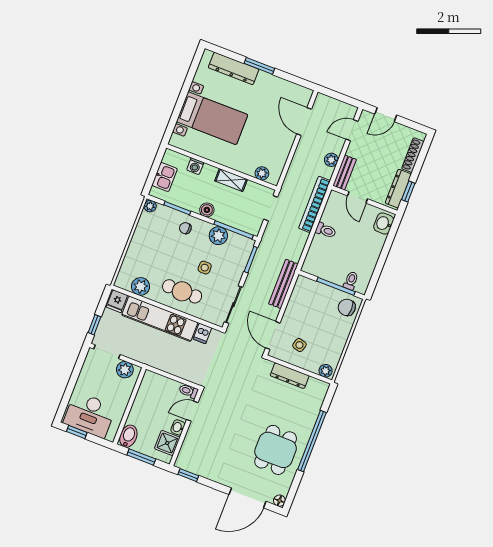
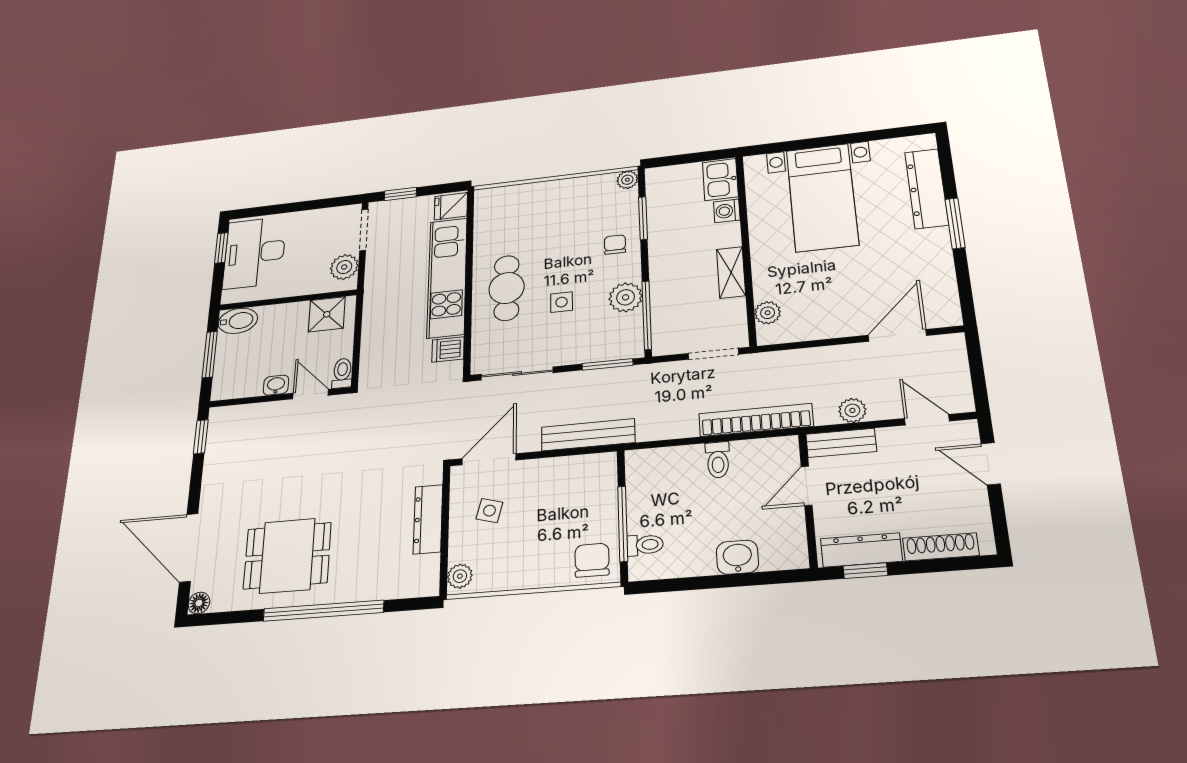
kitchen sink: (165, 177) -> (720, 180), moved, turned 90
boiler: (207, 210) -> (661, 261), removed
washbasin: (384, 223) -> (737, 557), moved
plant: (141, 286) -> (489, 227), removed
shower: (167, 443) -> (327, 314), moved

